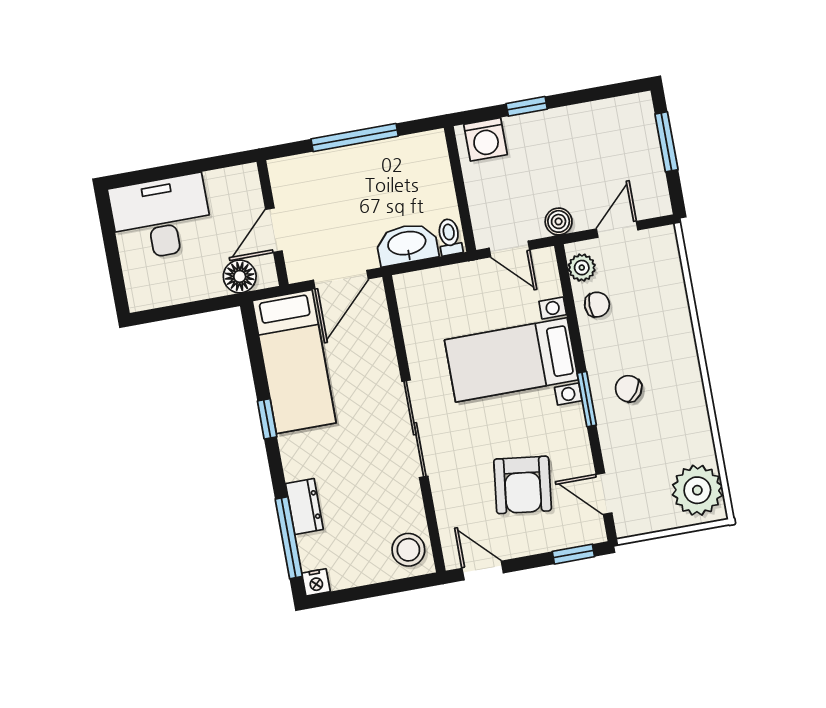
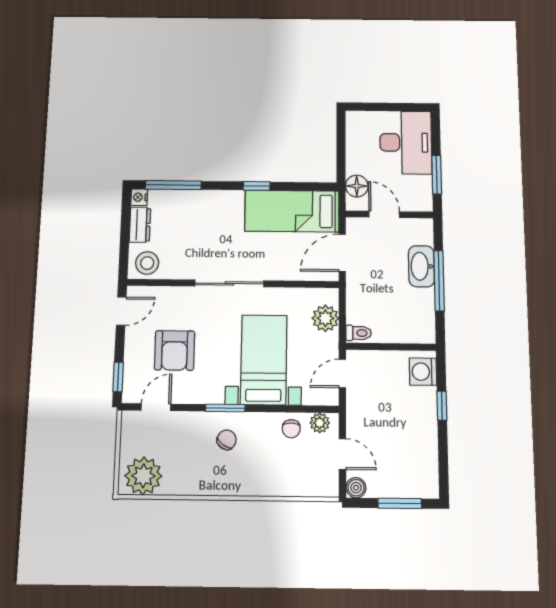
window: (201, 166) -> (437, 175), added
boiler: (559, 221) -> (356, 488), moved
washbasin: (407, 244) -> (421, 266), moved, turned 180
door: (341, 280) -> (342, 253), hinge flipped
plant: (438, 286) -> (325, 318), added
armchair: (523, 485) -> (175, 350), turned -97
dresser: (304, 507) -> (140, 225), moved, turned -90

